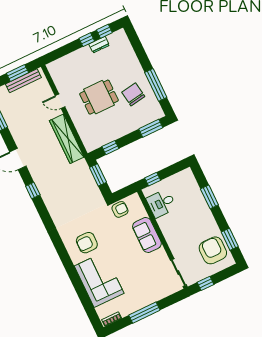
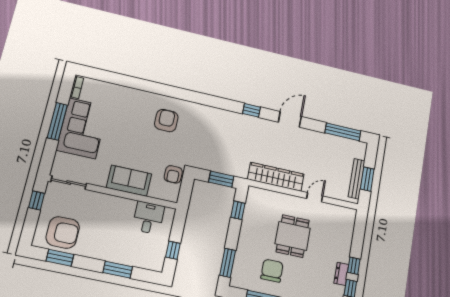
chair: (133, 94) -> (272, 271), turned -81
window: (153, 179) -> (173, 250), moved
corner sofa: (99, 280) -> (82, 128), moved, turned -90

